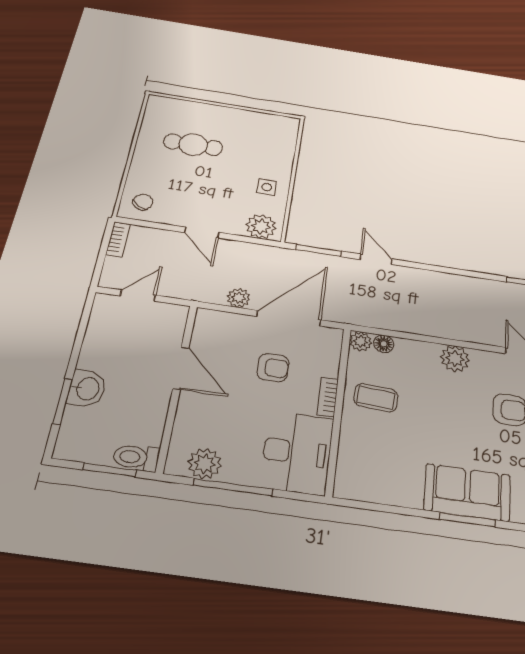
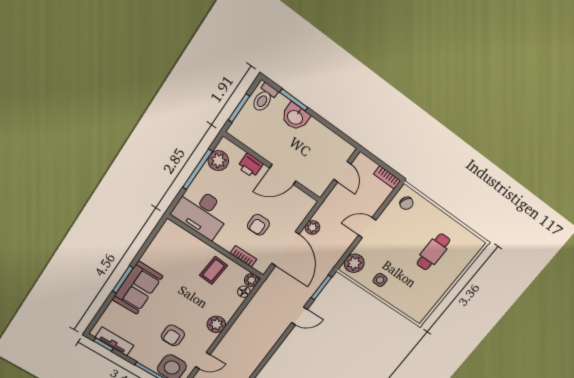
bookcase: (328, 397) -> (243, 256), moved
printer: (190, 417) -> (250, 165), added
toilet: (136, 457) -> (264, 98), moved, turned 180

